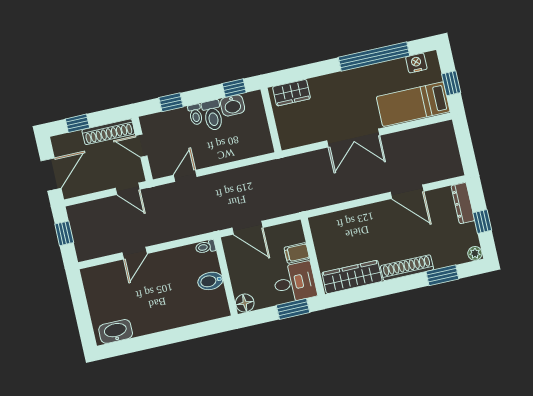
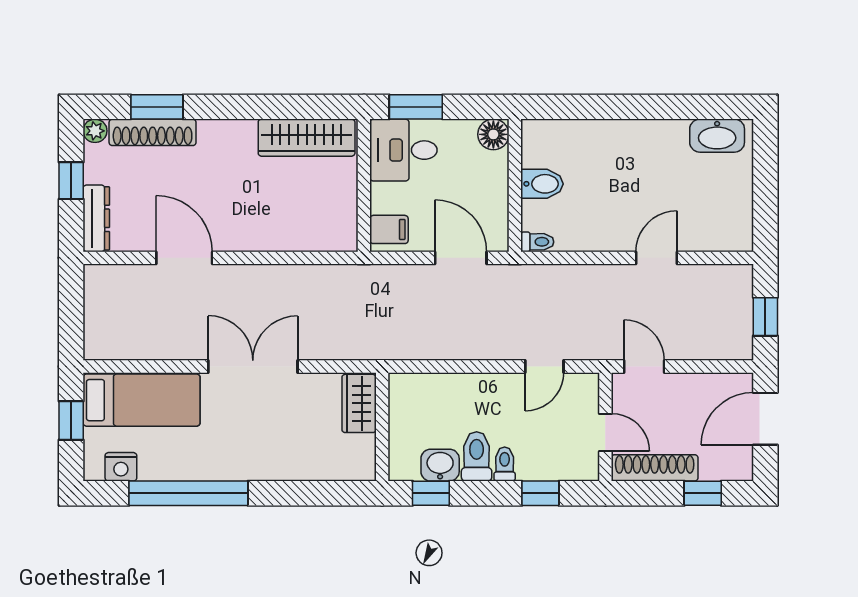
wardrobe: (292, 93) -> (359, 403), moved, turned -90
filing cabinet: (297, 253) -> (389, 229), moved
shoe rack: (407, 268) -> (153, 132), moved

